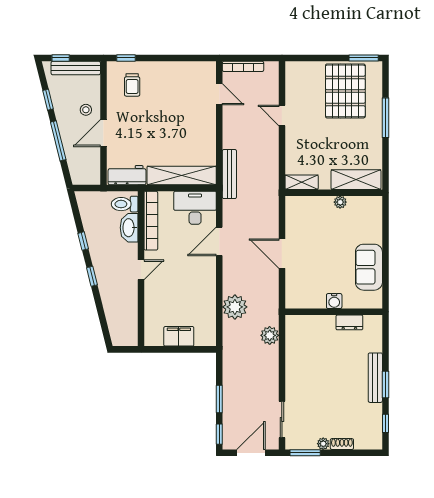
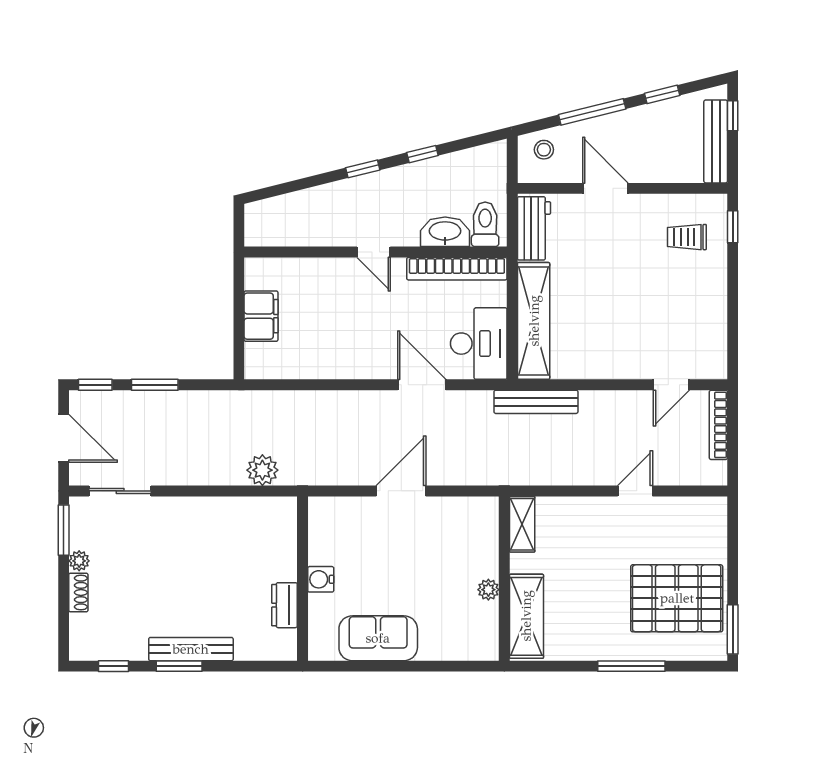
stool: (86, 110) -> (544, 150), moved
plant: (235, 307) -> (311, 411), removed

